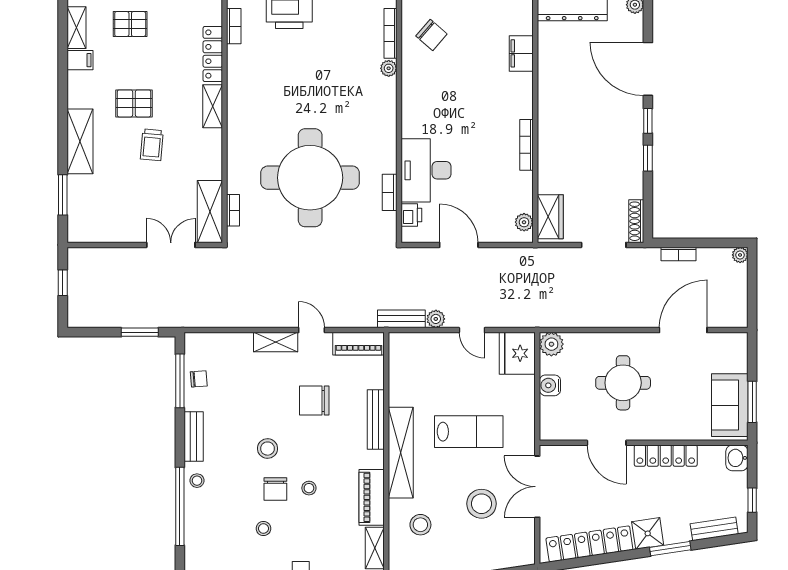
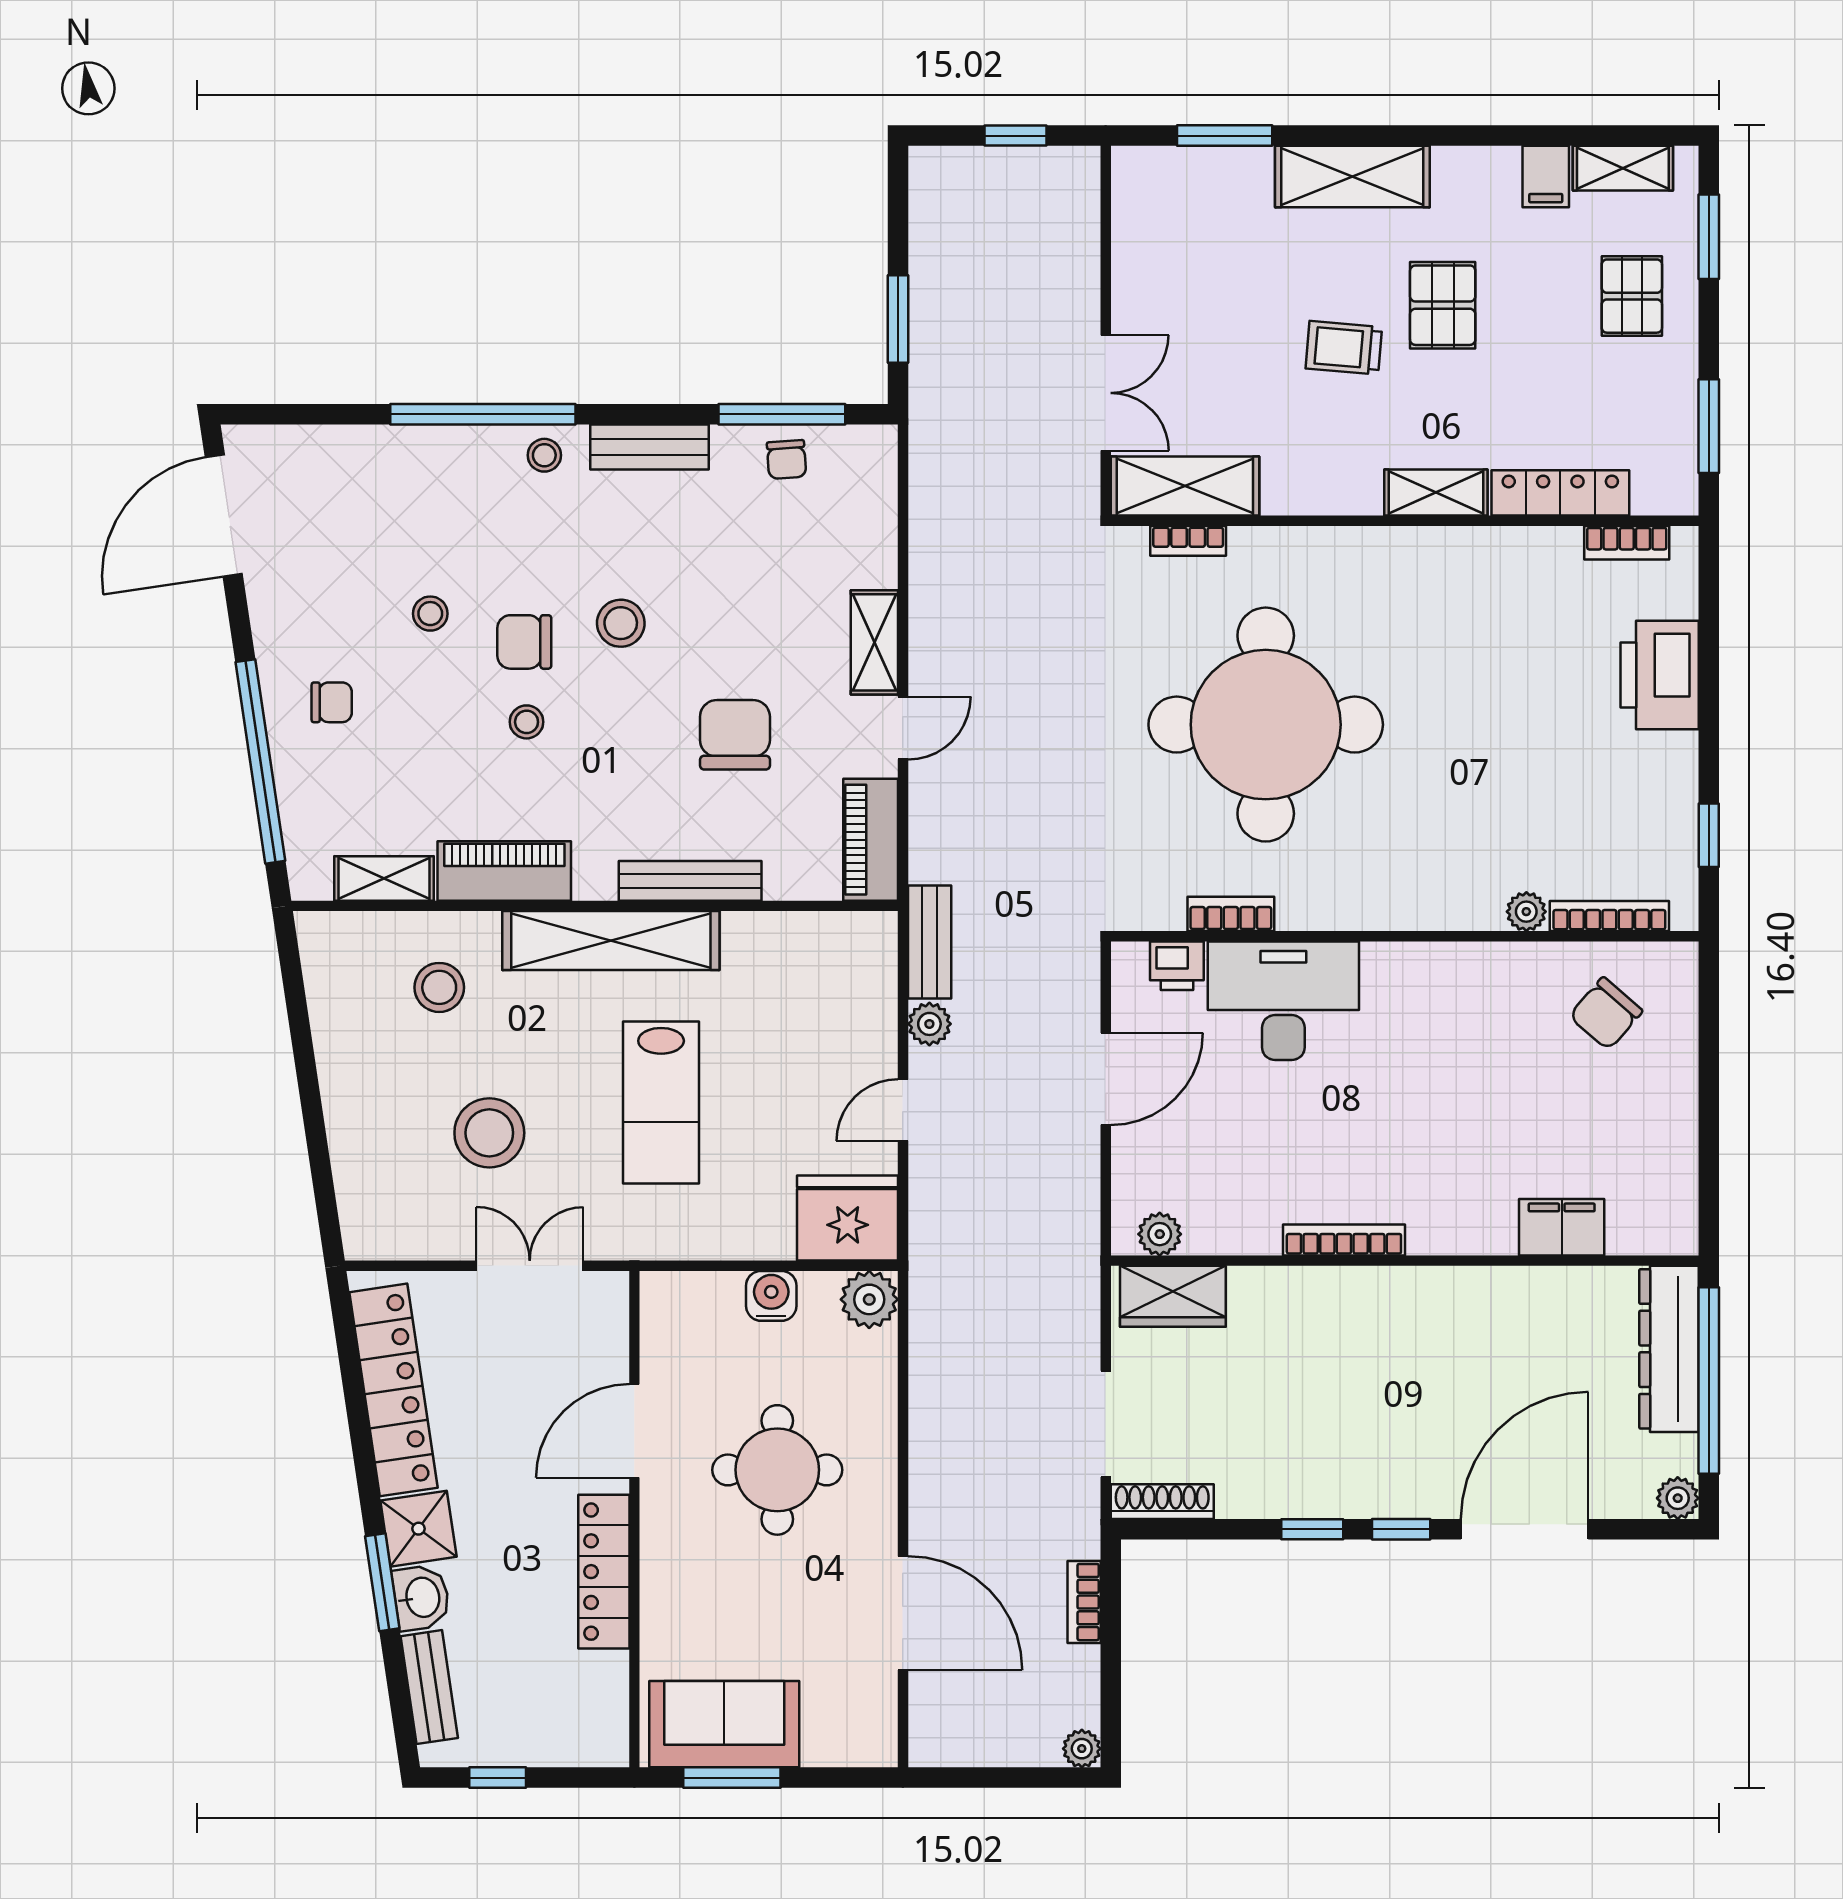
washbasin: (737, 458) -> (421, 1598), moved, turned 82
double door: (537, 487) -> (530, 1266), width x0.73

